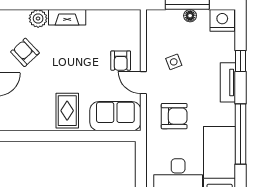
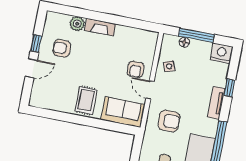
floor lamp: (190, 16) -> (184, 42), moved
armchair: (25, 52) -> (62, 48), turned -47
side table: (174, 62) -> (169, 66), moved

